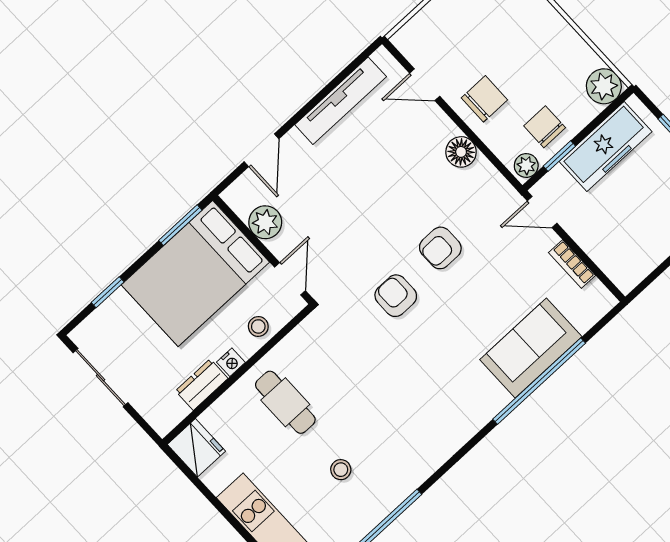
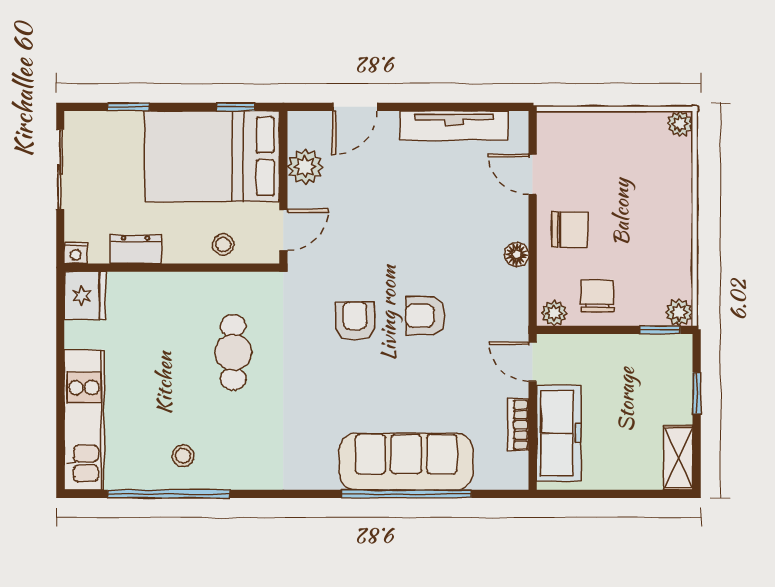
plant: (604, 86) -> (679, 312), width x0.73, depth x0.73
freezer: (606, 146) -> (559, 433), moved, turned -90
floor lamp: (461, 152) -> (517, 255), width x0.73, depth x0.73
window: (559, 156) -> (660, 330), moved
window: (180, 225) -> (235, 107), width x0.67
sofa: (531, 348) -> (406, 462), width x1.36
nightstand: (231, 362) -> (76, 253), moved
cafe table: (285, 402) -> (233, 352), moved
stool: (341, 470) -> (183, 456), moved

